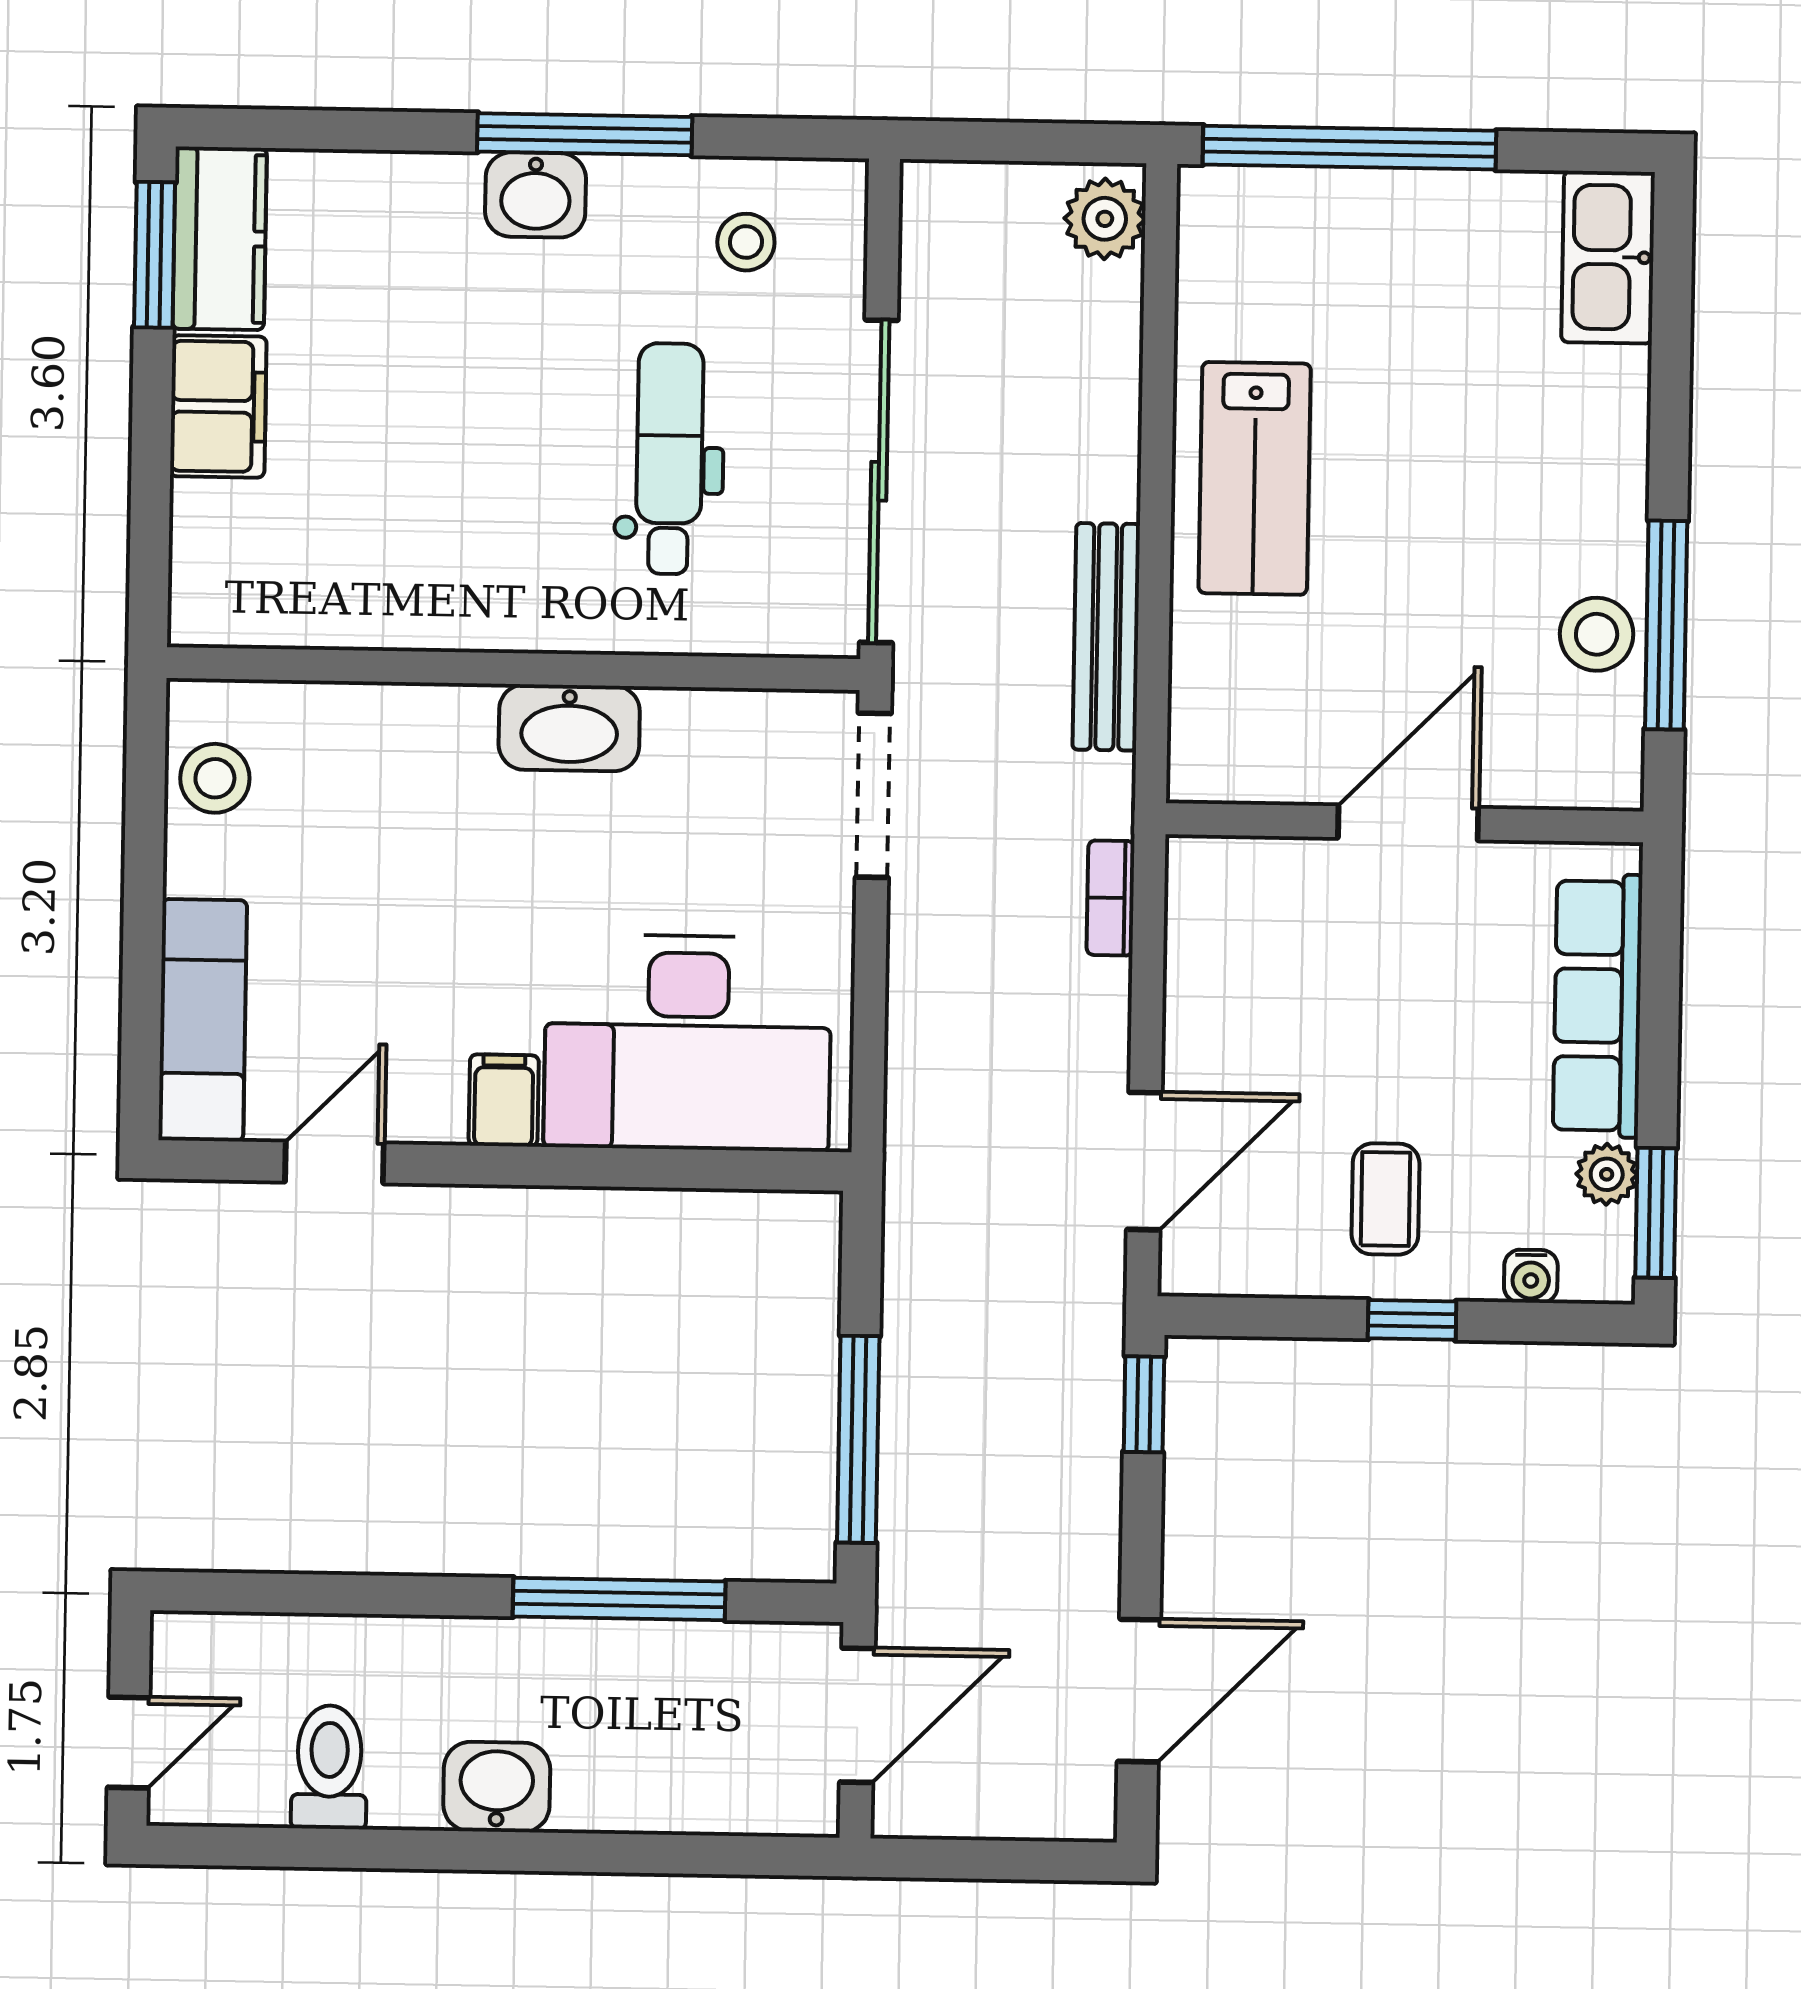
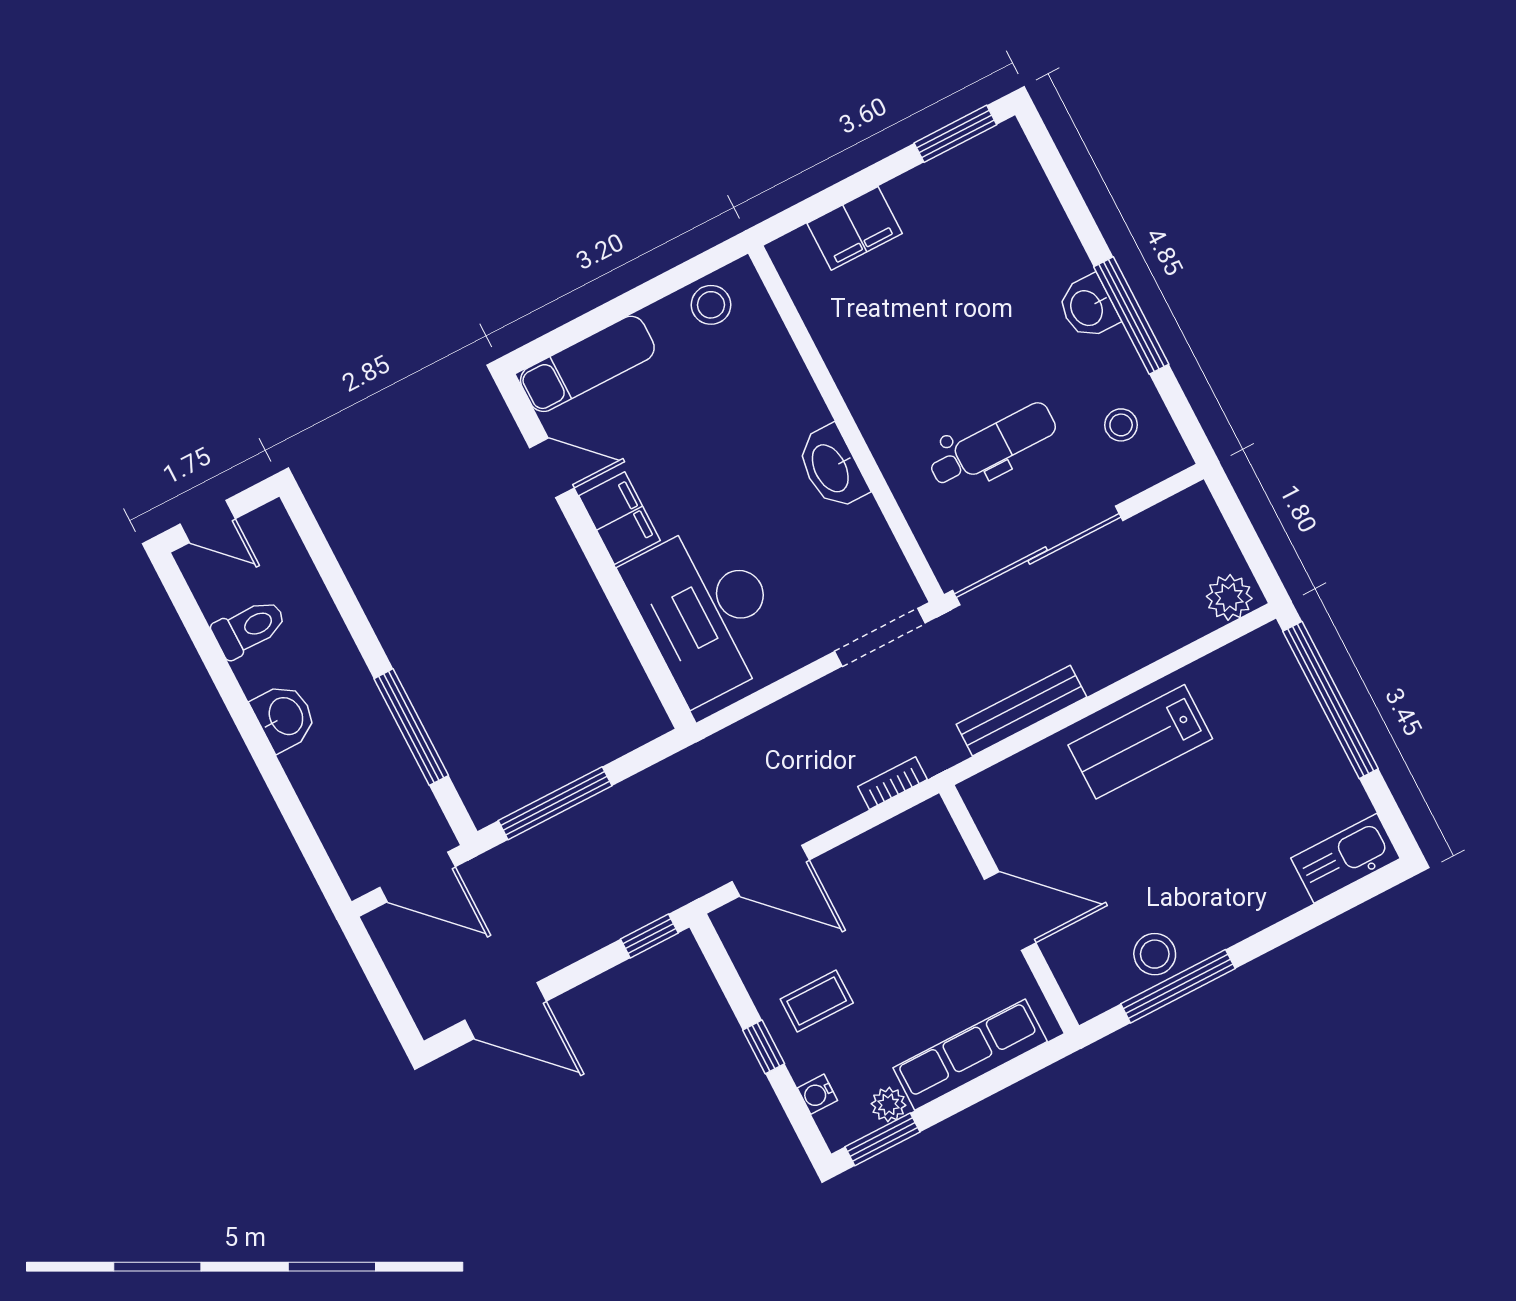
kitchen counter: (220, 238) -> (981, 162), removed
filing cabinet: (218, 406) -> (855, 228), moved
filing cabinet: (504, 1100) -> (619, 518), width x2.00

